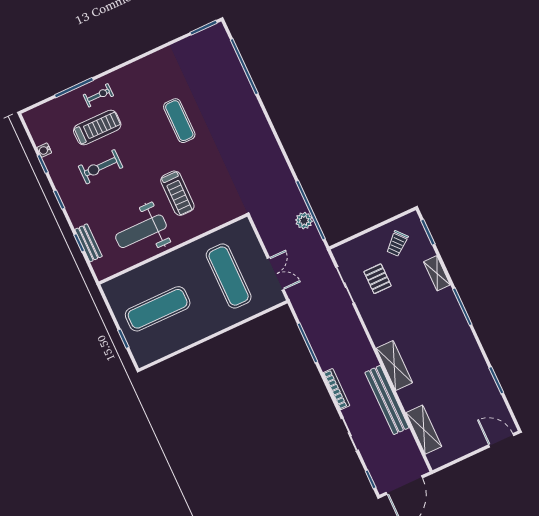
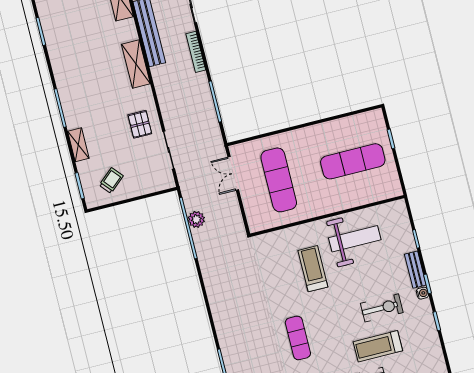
water cooler: (44, 150) -> (422, 293), moved
bench: (89, 243) -> (415, 270), moved
pallet: (378, 279) -> (140, 124), moved

